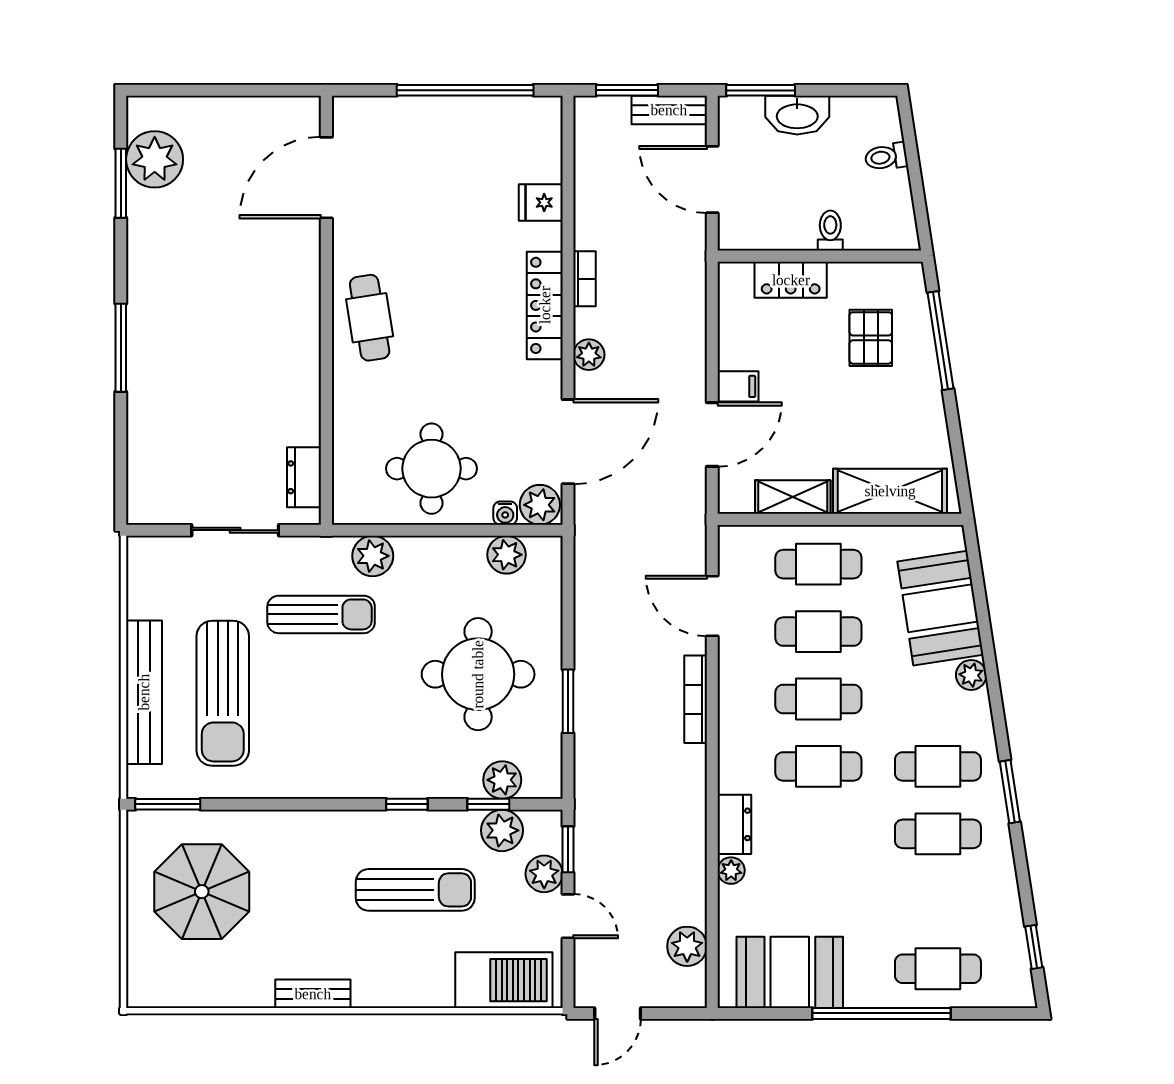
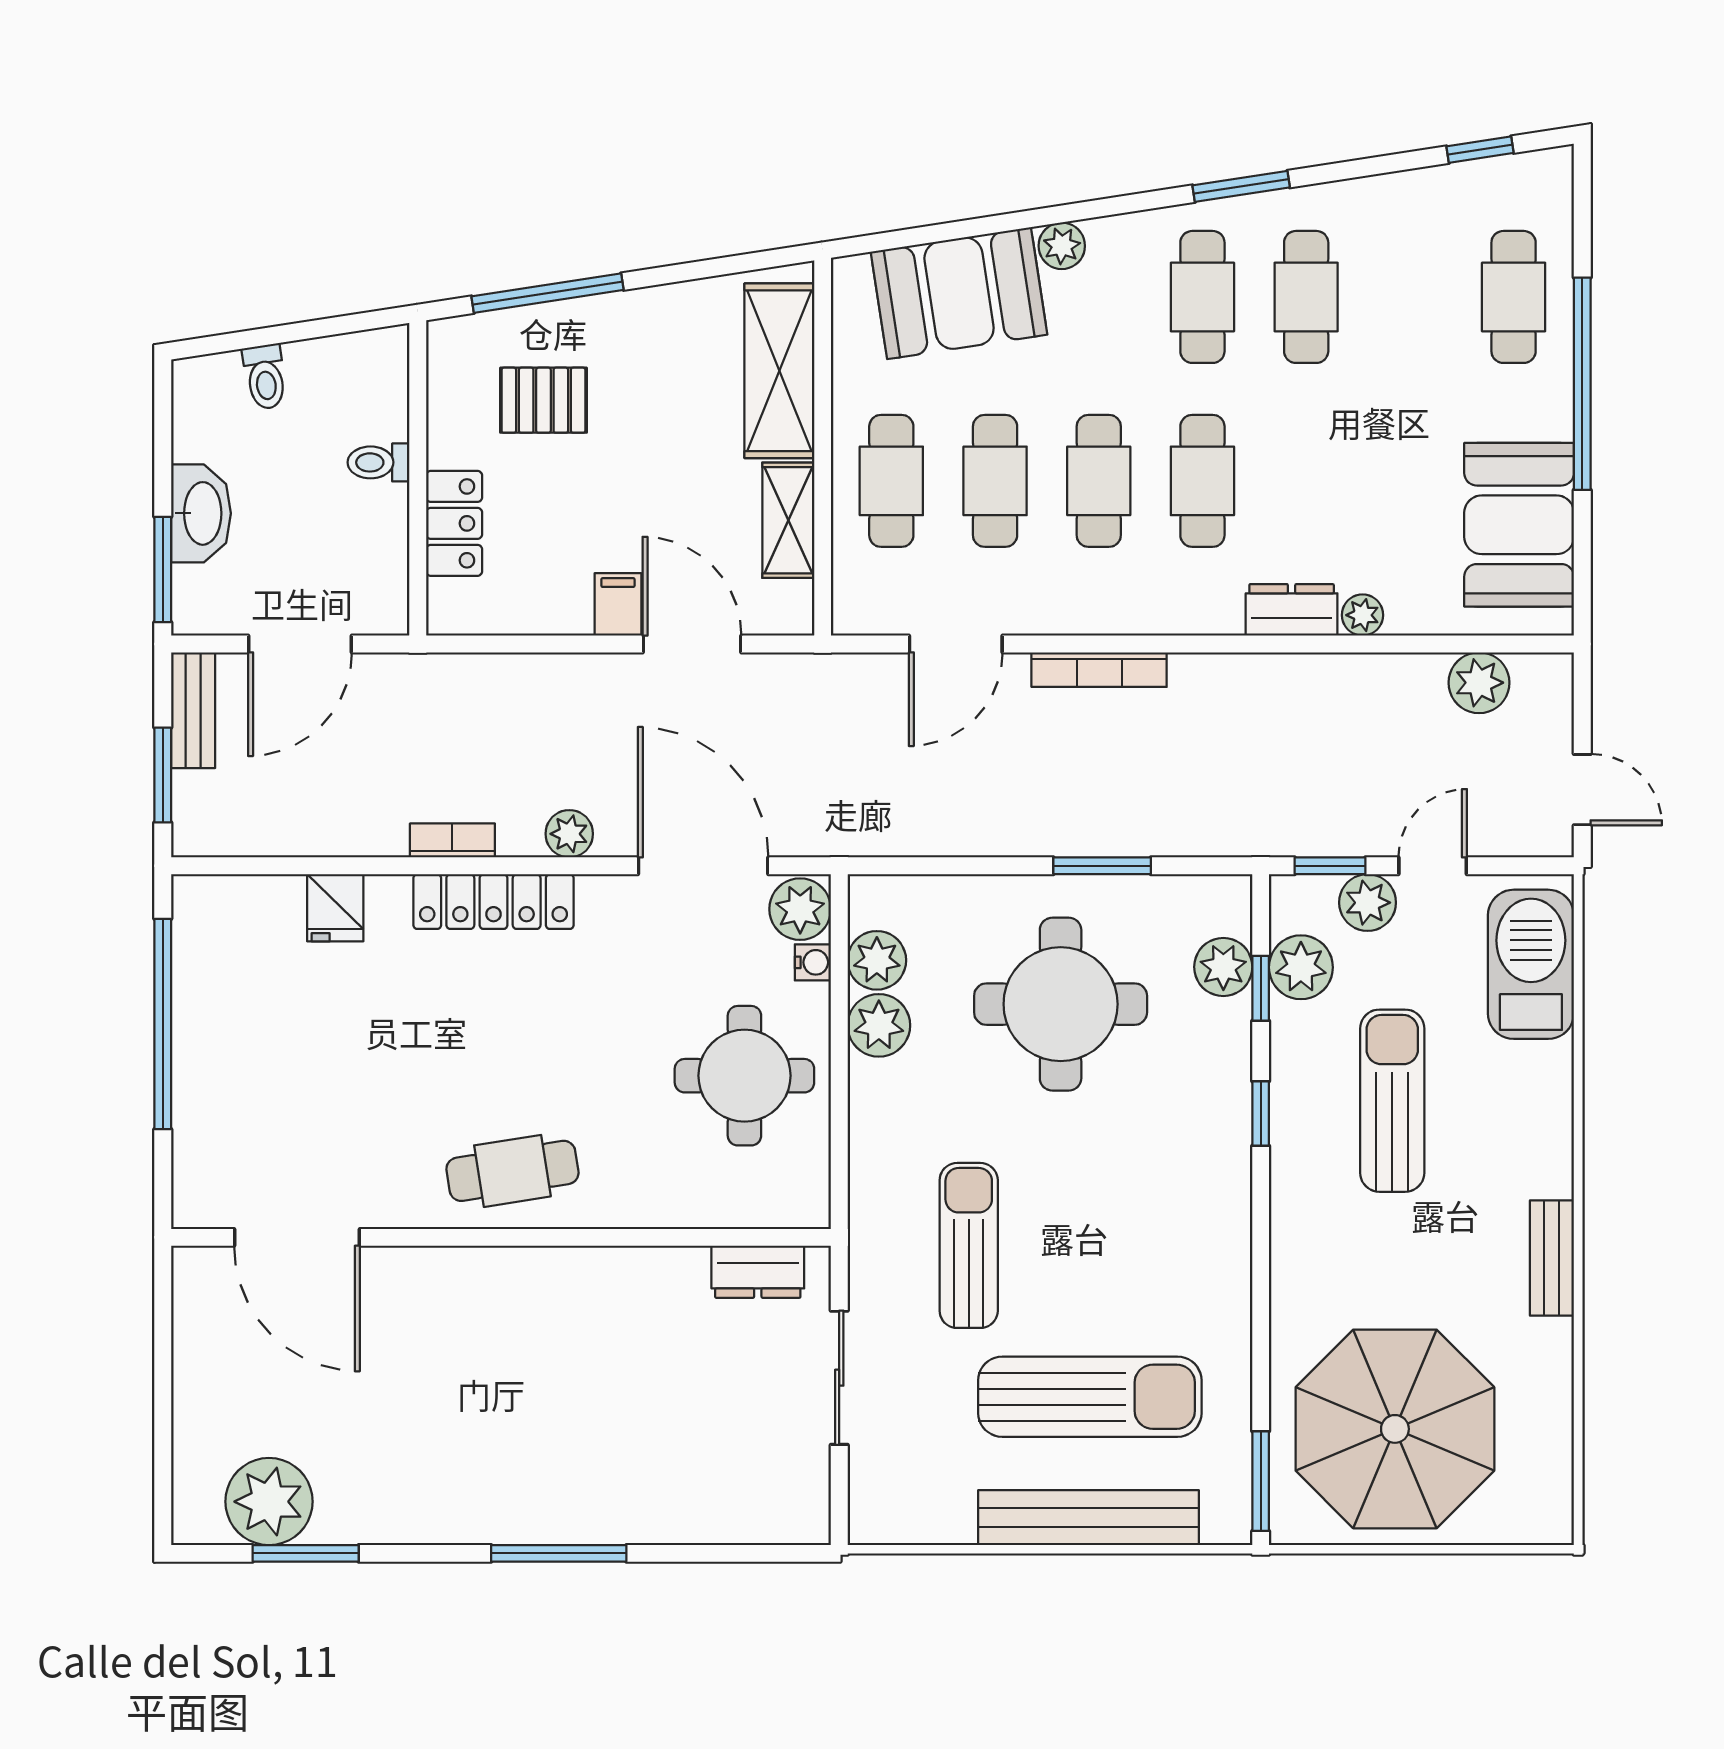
plant: (373, 556) -> (879, 1025), moved
parasol: (202, 892) -> (1395, 1429), width x1.36, depth x1.36

